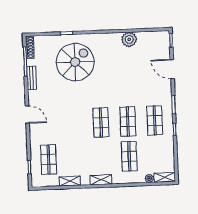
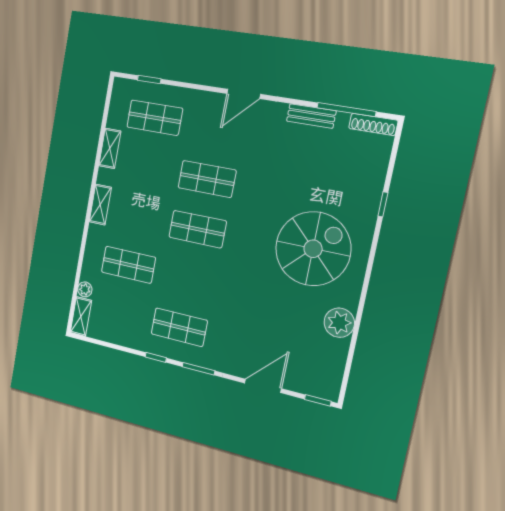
spiral stairs: (75, 62) -> (313, 249), moved, turned -90
shop shelf: (128, 121) -> (207, 179), moved

